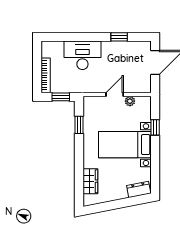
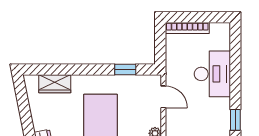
door: (115, 94) -> (163, 97), moved
window: (61, 97) -> (160, 47), removed

